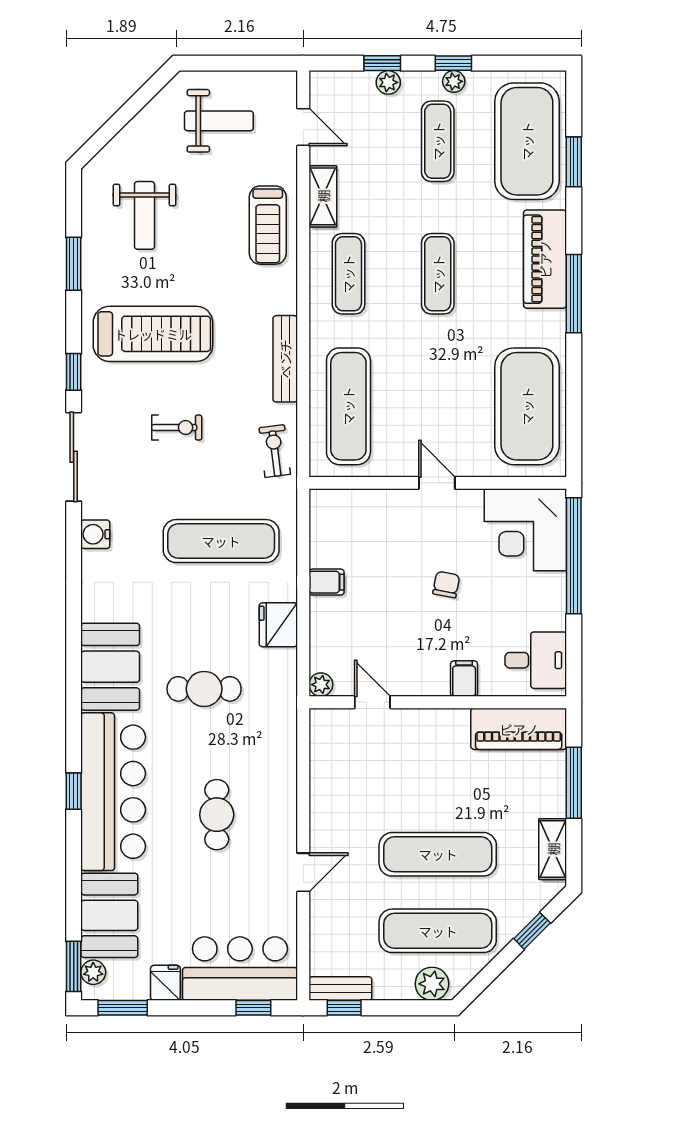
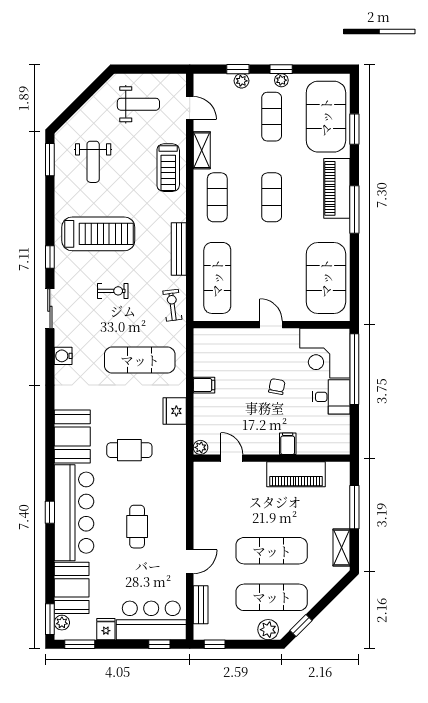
window: (74, 264) -> (50, 160), moved
sliding door: (74, 457) -> (50, 309), width x0.73
desk: (536, 660) -> (331, 397), moved
piano: (519, 729) -> (296, 474), moved
window: (532, 931) -> (301, 625), moved
bench: (340, 989) -> (201, 605), moved, turned 90

